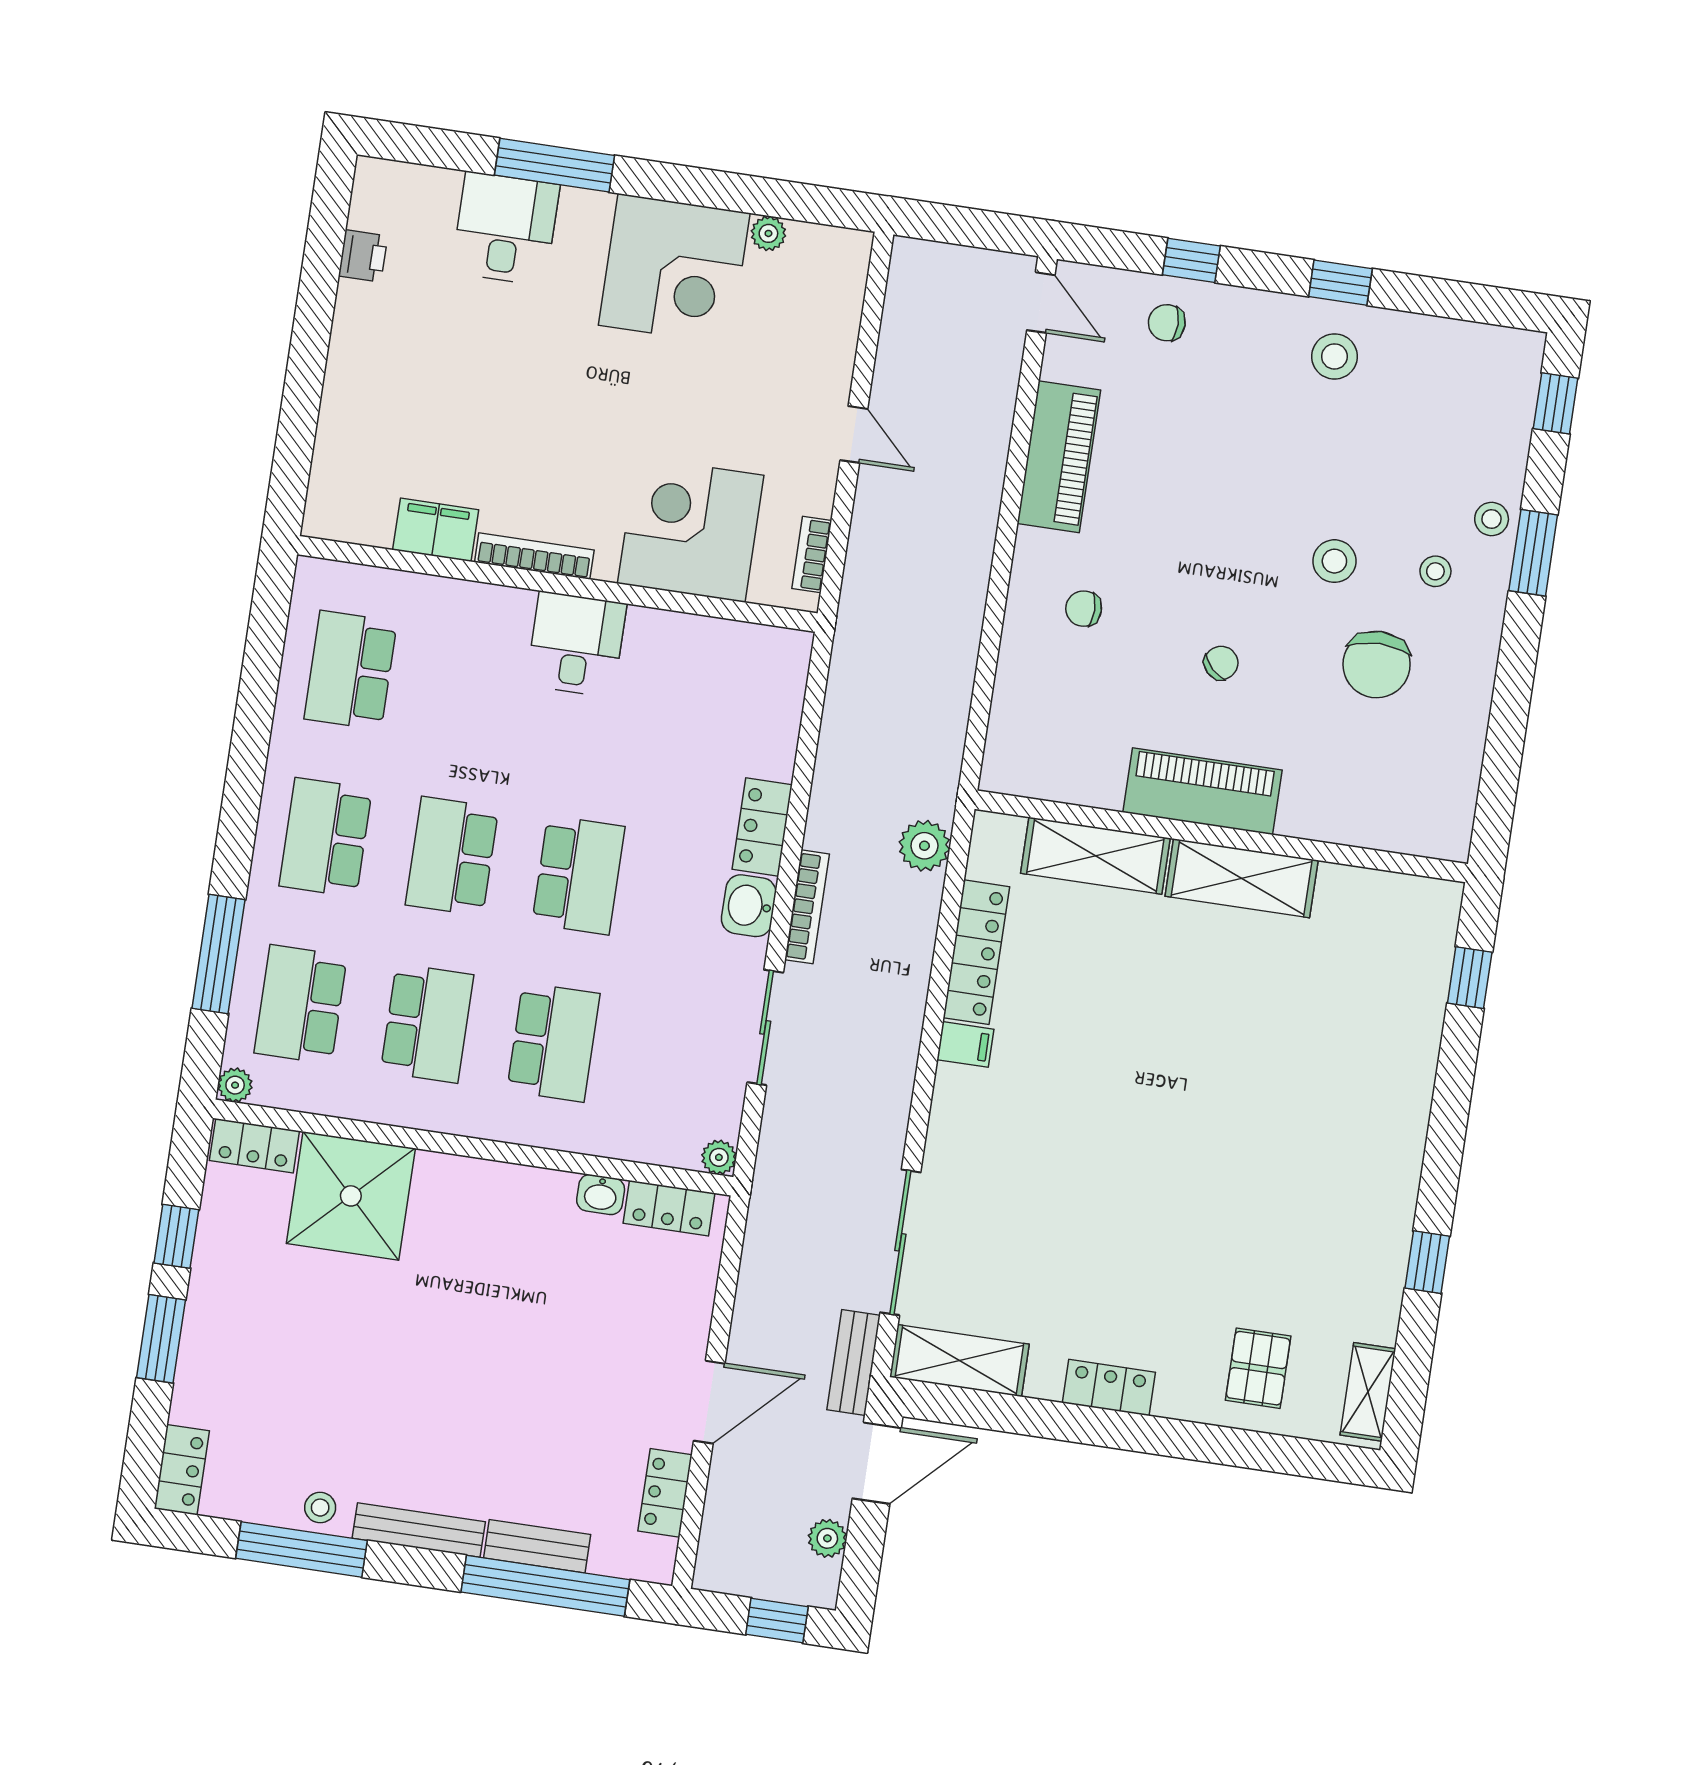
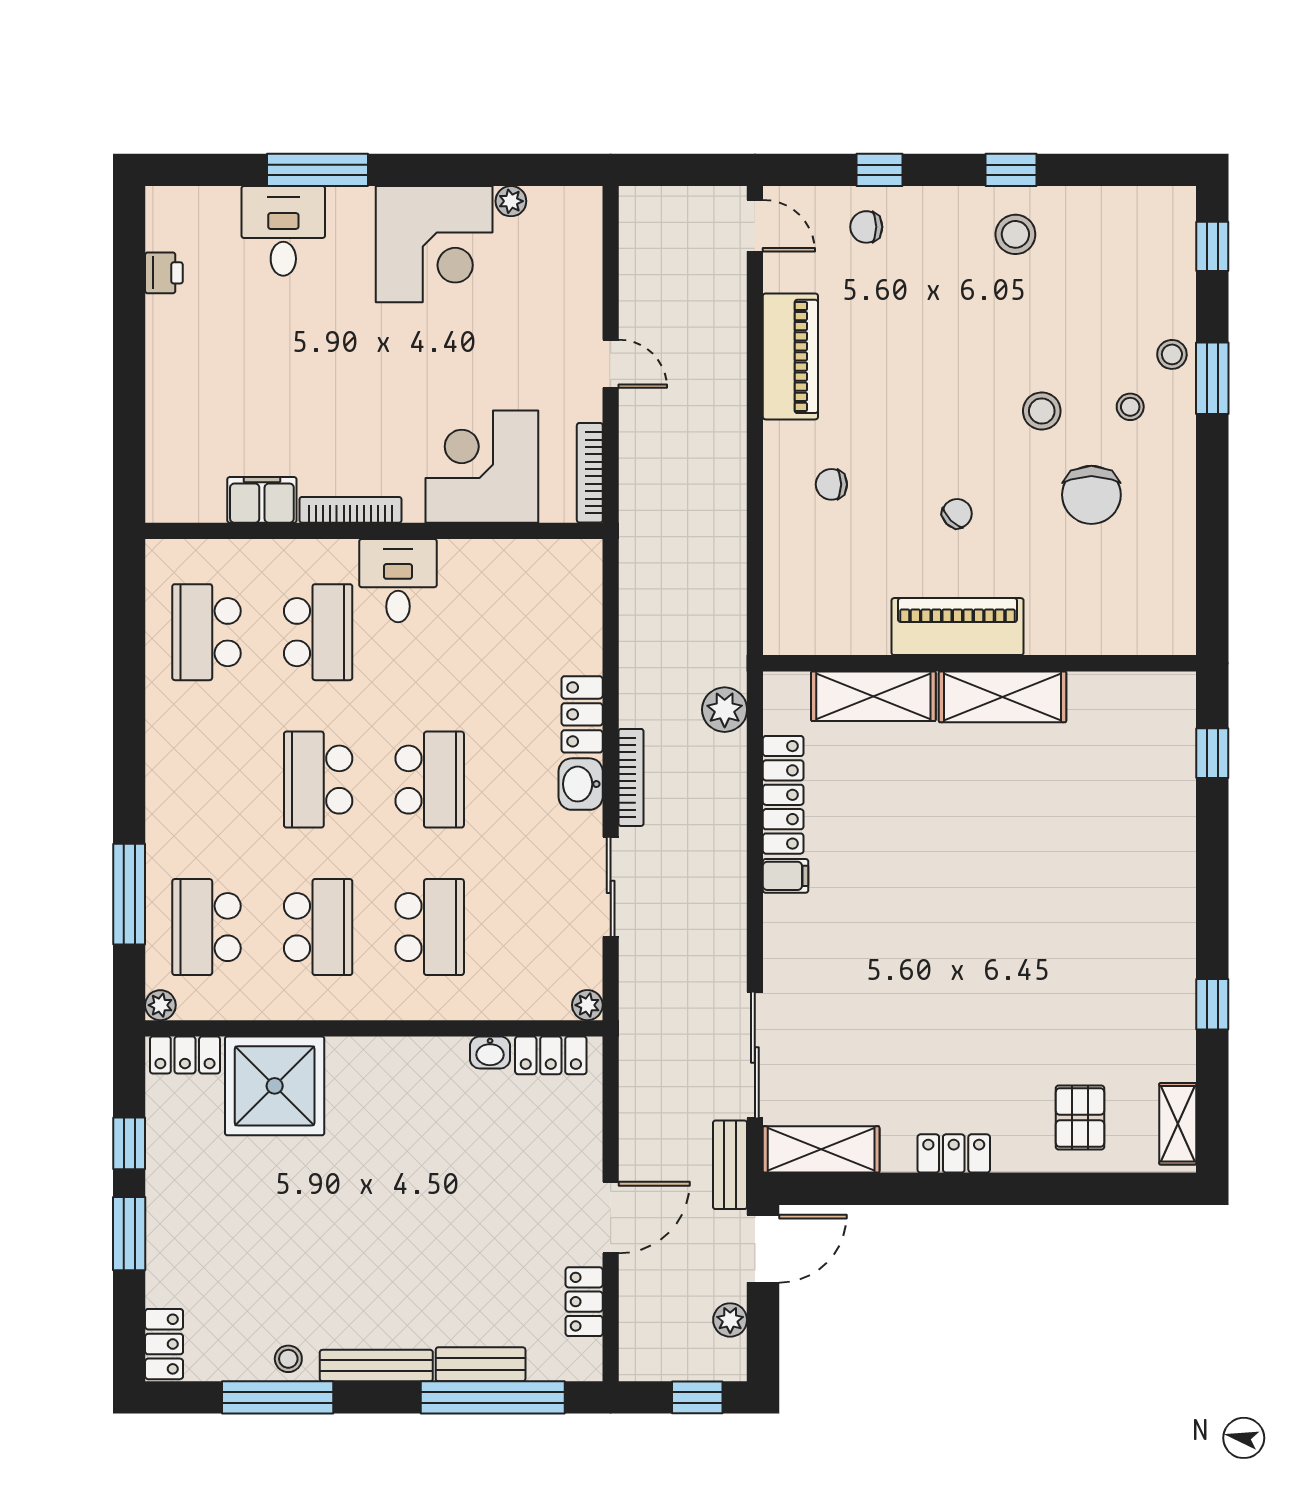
bookcase: (812, 555) -> (590, 473), width x1.56
school desk: (326, 837) -> (318, 632), moved, turned 180

